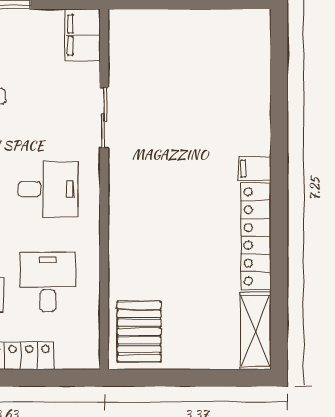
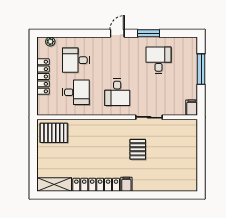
filing cabinet: (83, 35) -> (192, 108), width x0.50
pallet: (176, 143) -> (138, 149), added

